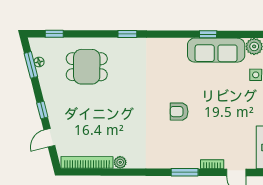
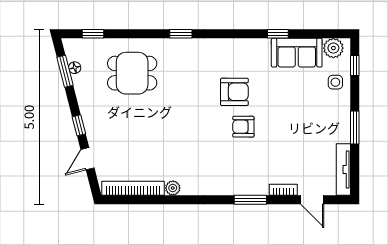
sofa: (216, 50) -> (297, 53), width x0.73
armchair: (172, 83) -> (234, 92), added

